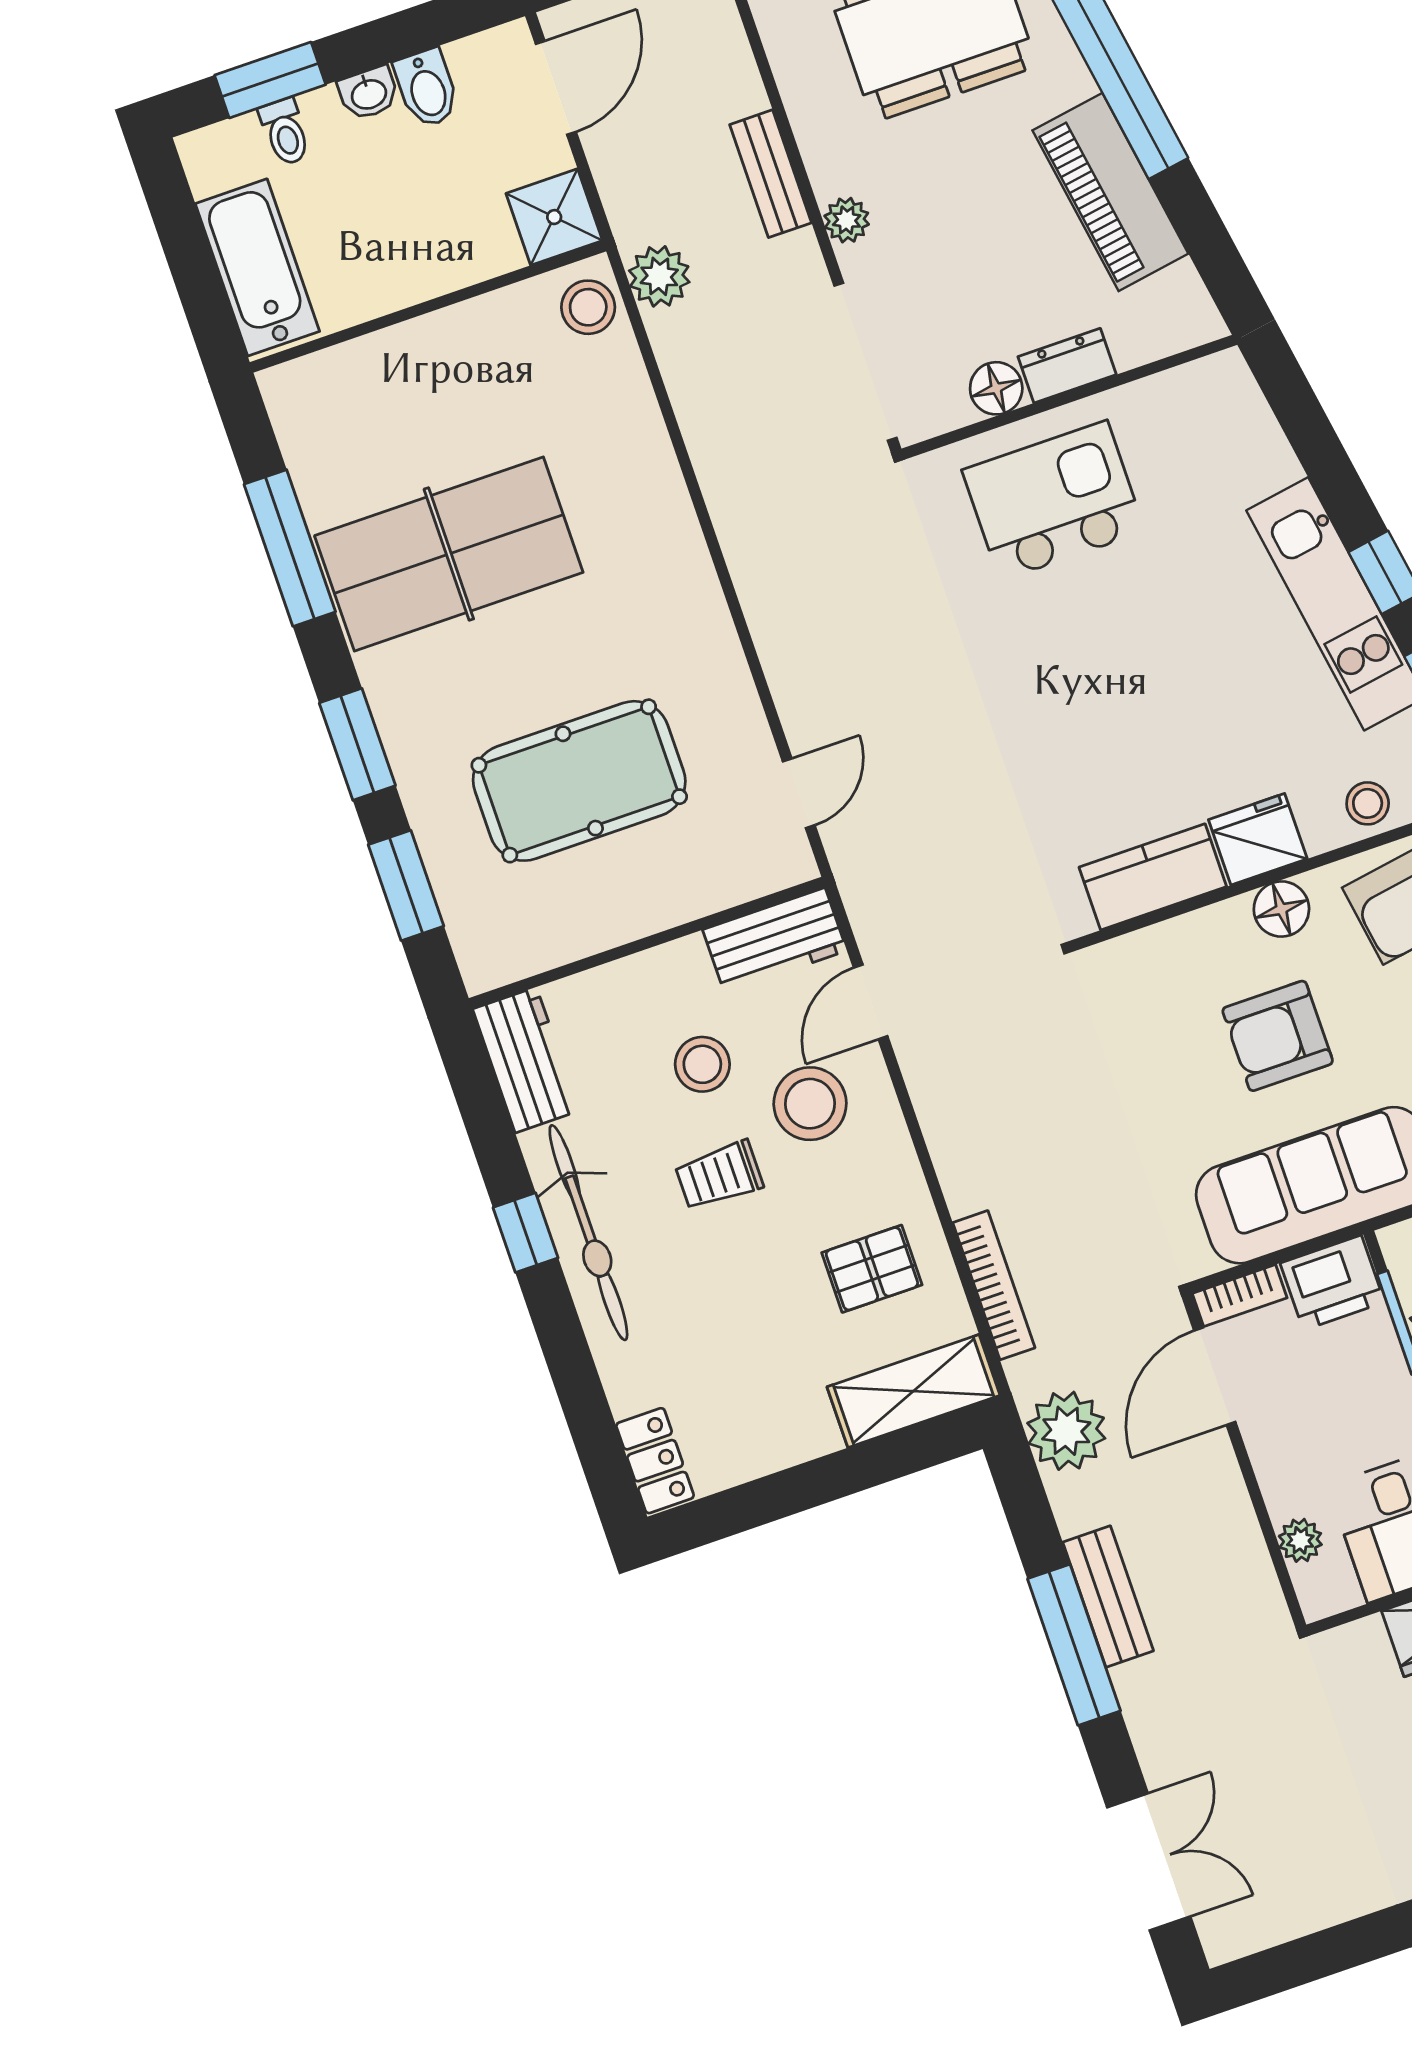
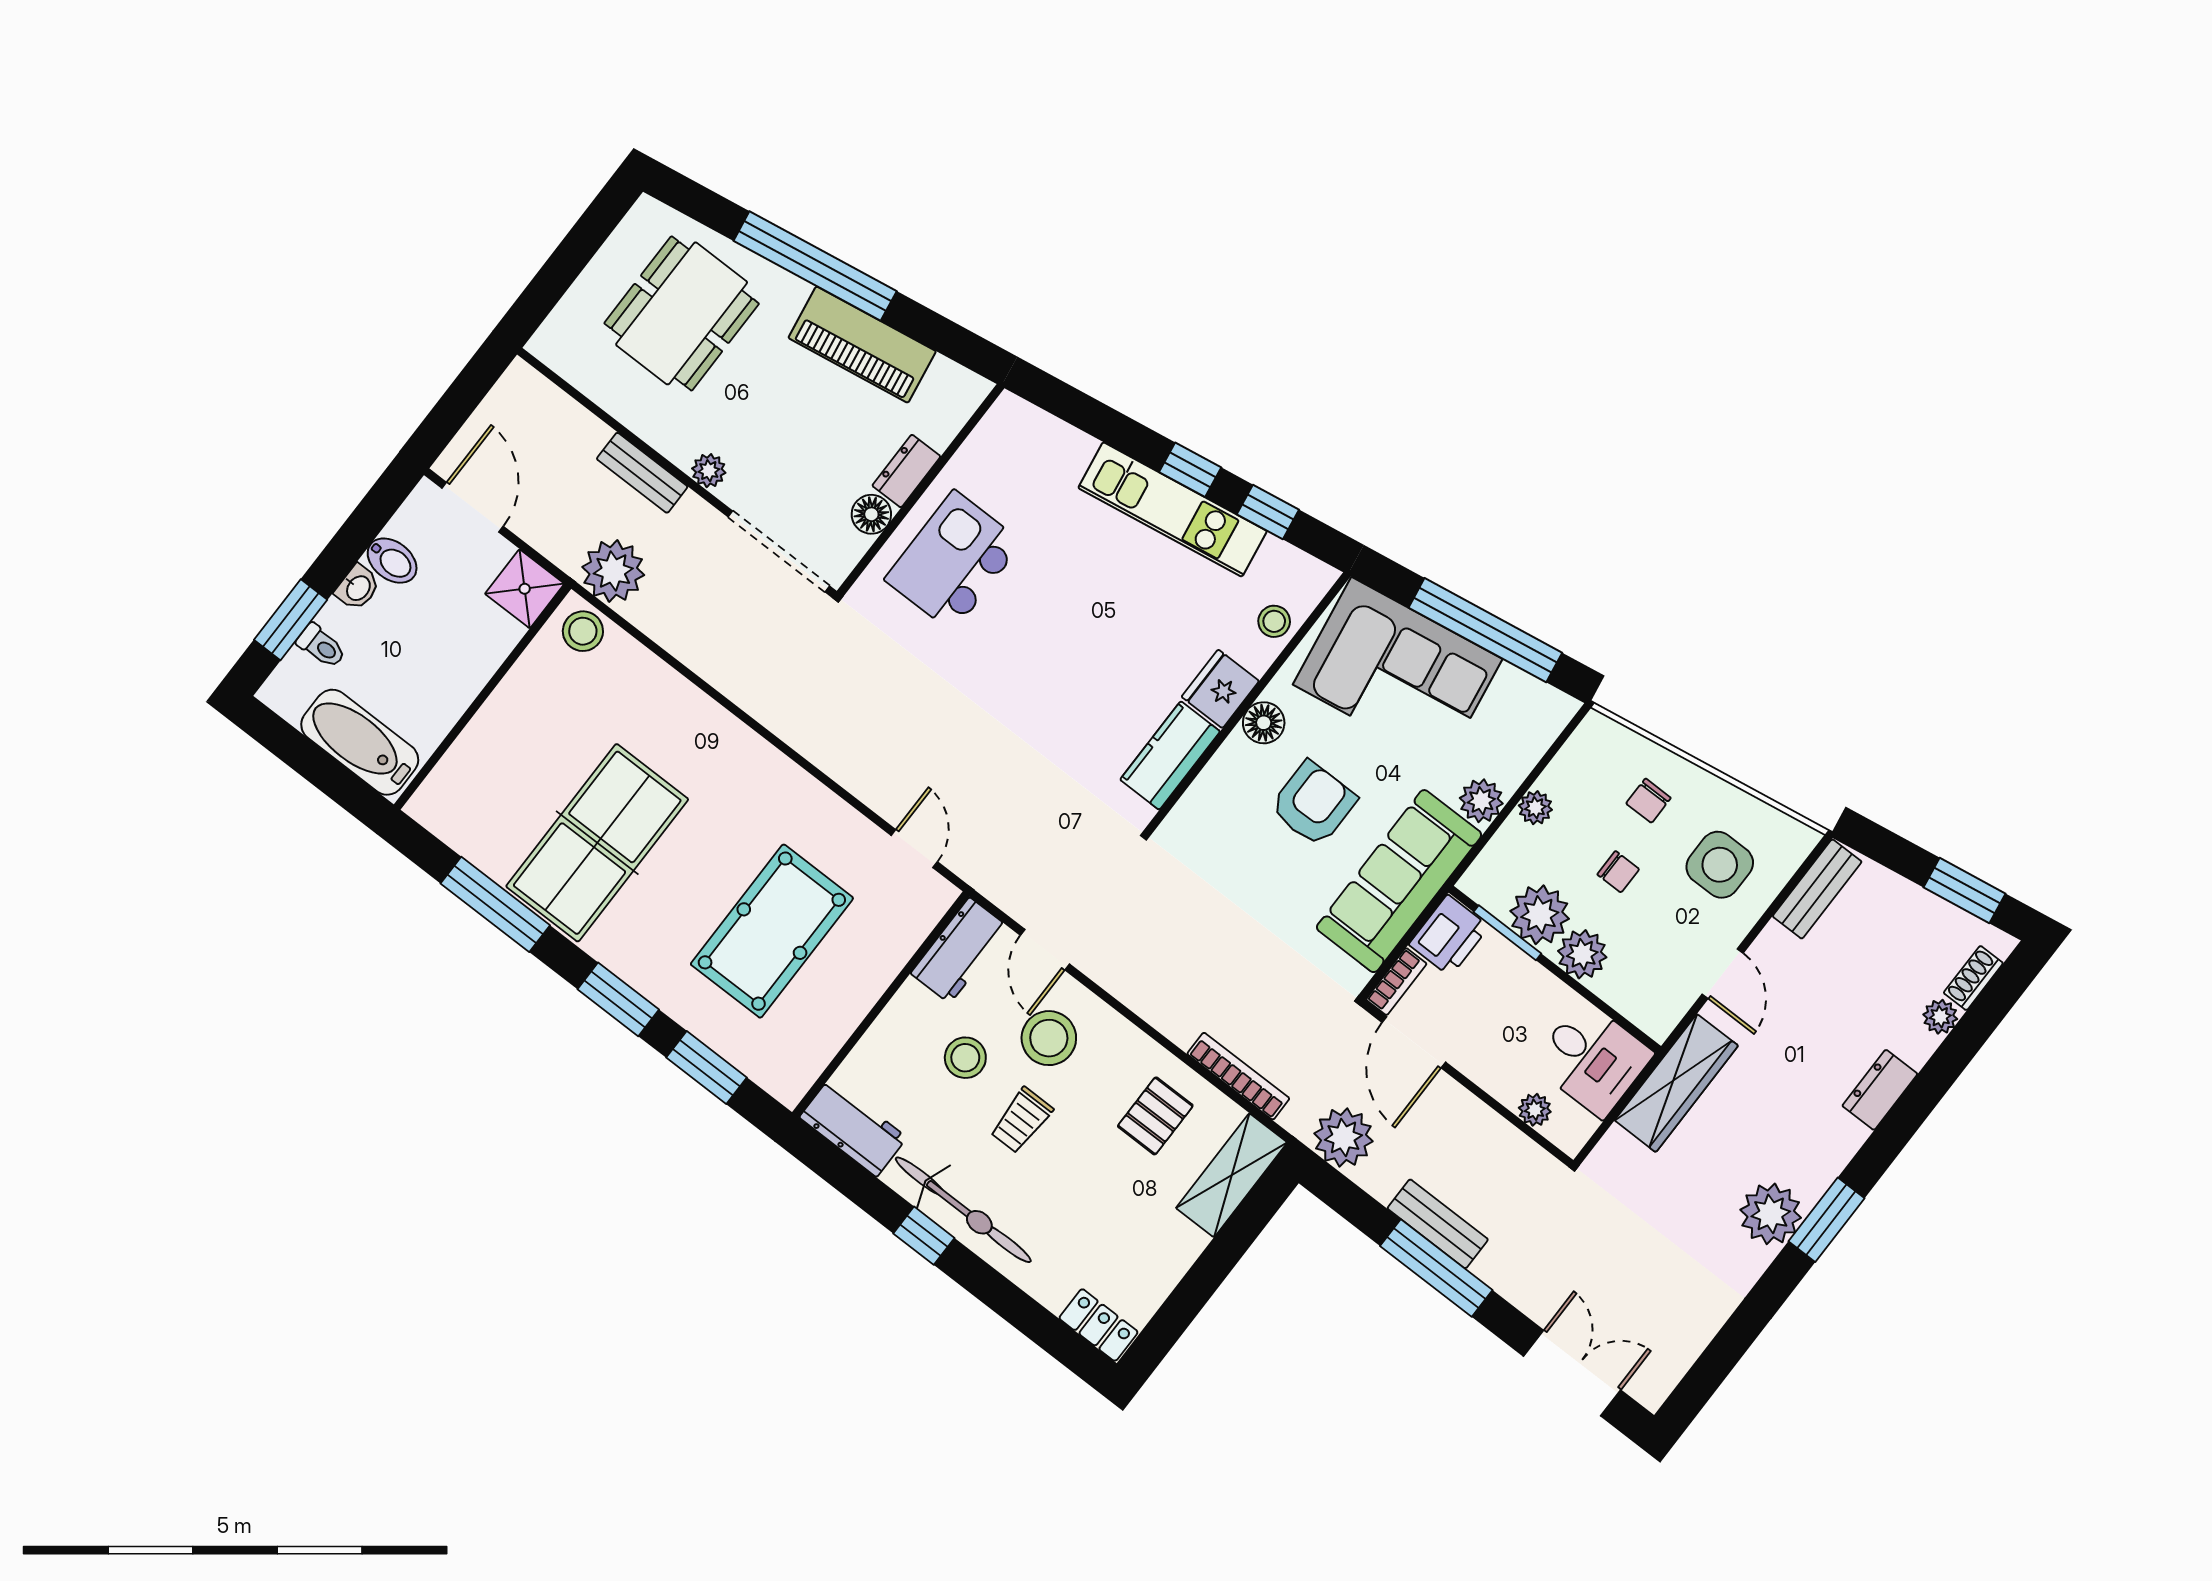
plant: (659, 276) -> (613, 571), width x1.36, depth x1.36
armchair: (1278, 1036) -> (1313, 804), turned 180

